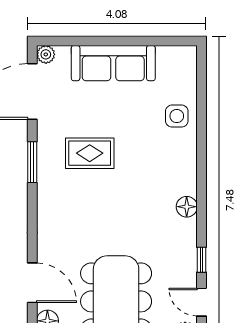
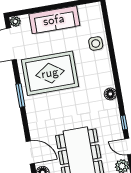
rug: (90, 153) -> (50, 73), width x1.86, depth x2.06
window: (32, 162) -> (20, 95), moved

